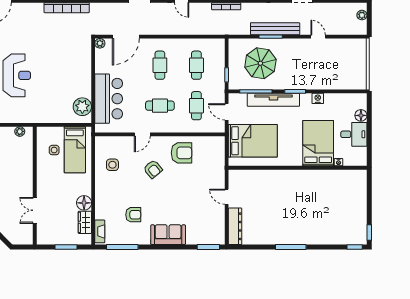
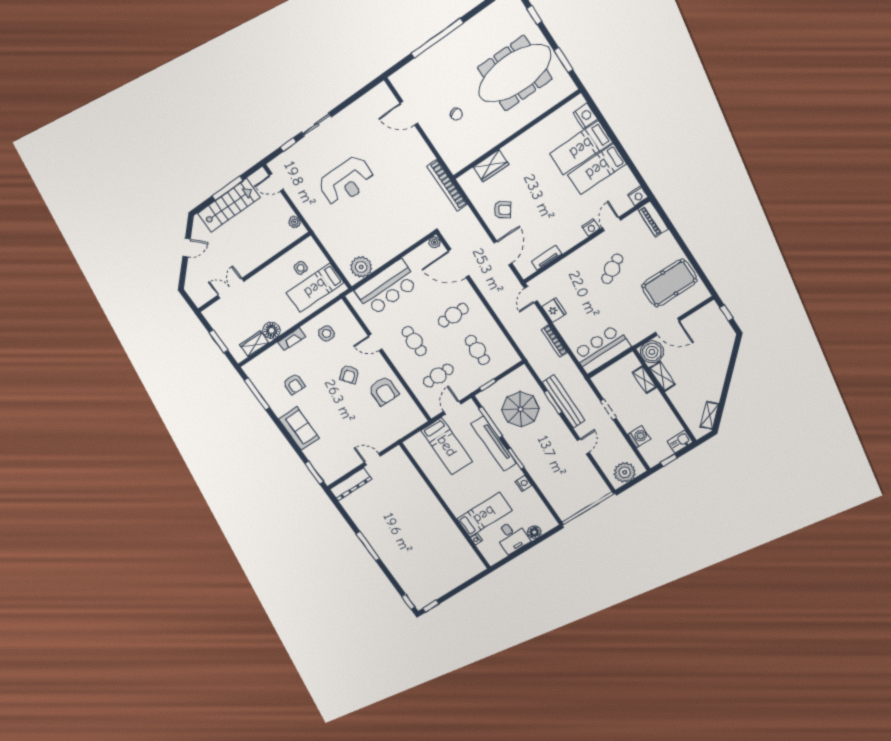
plant: (362, 15) -> (625, 472), width x1.88, depth x1.88
cafe table: (196, 65) -> (477, 350), turned 90
bed: (253, 141) -> (447, 446), width x0.67
bed: (318, 143) -> (484, 515), width x0.67
door: (227, 197) -> (372, 459), hinge flipped
fireplace: (100, 231) -> (292, 339), moved

